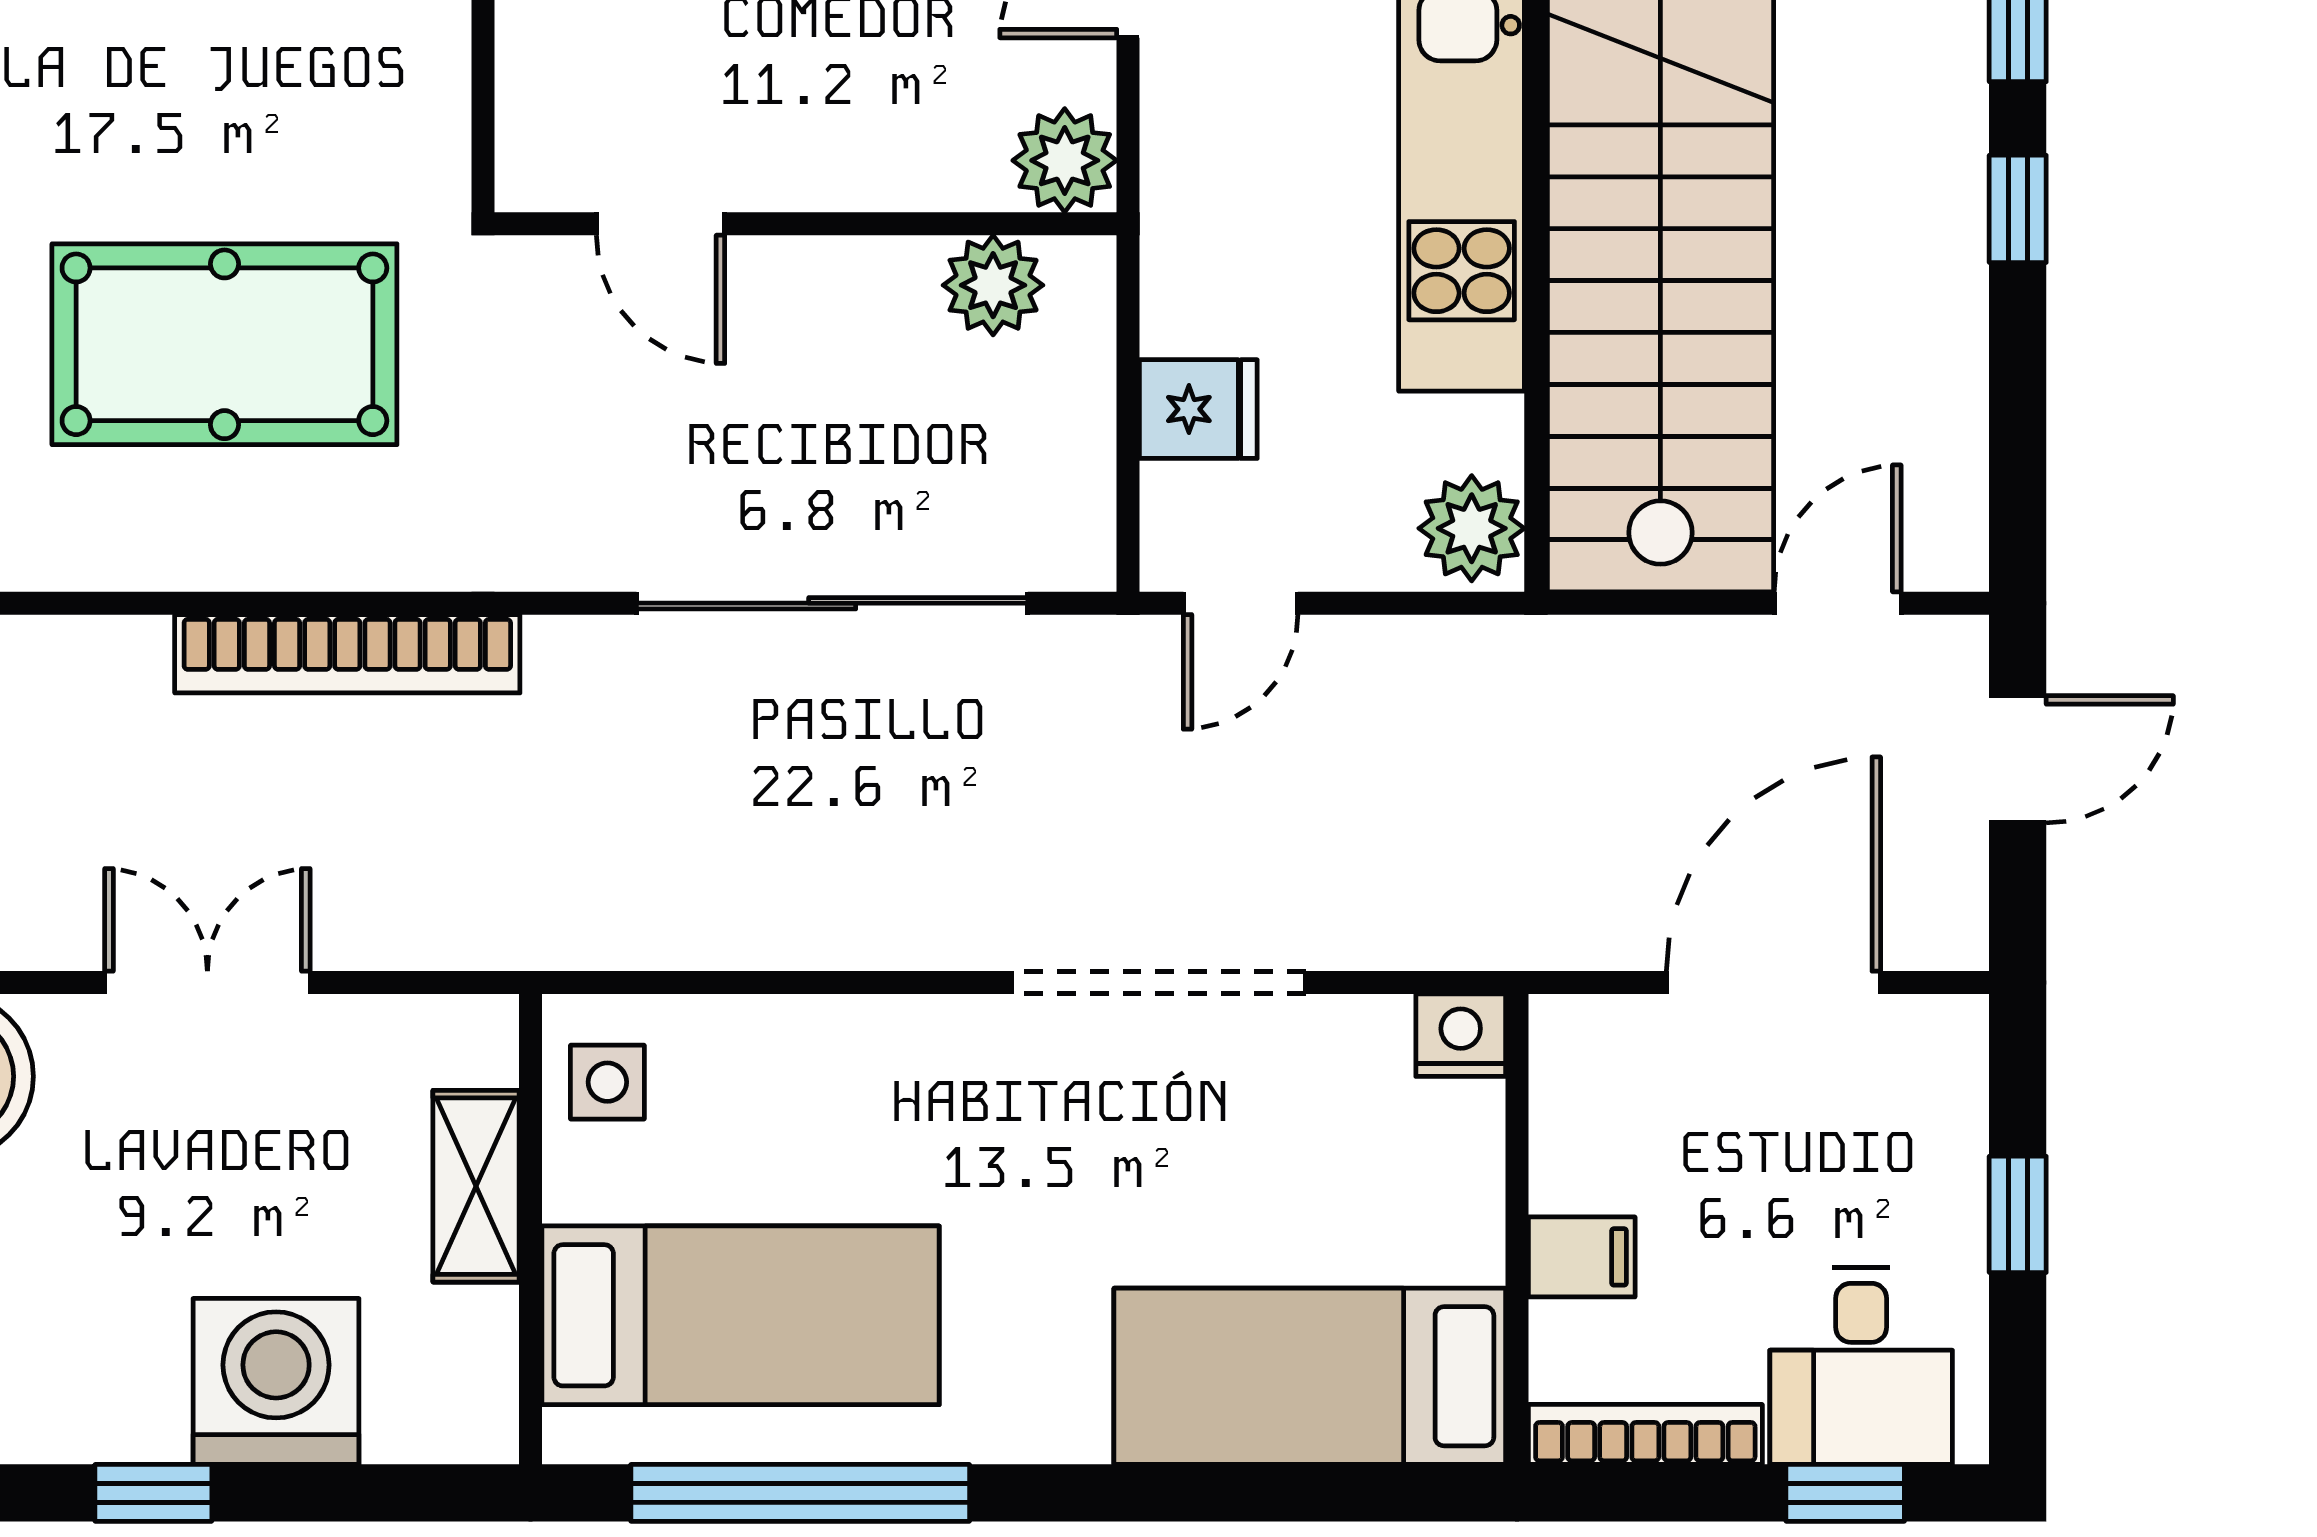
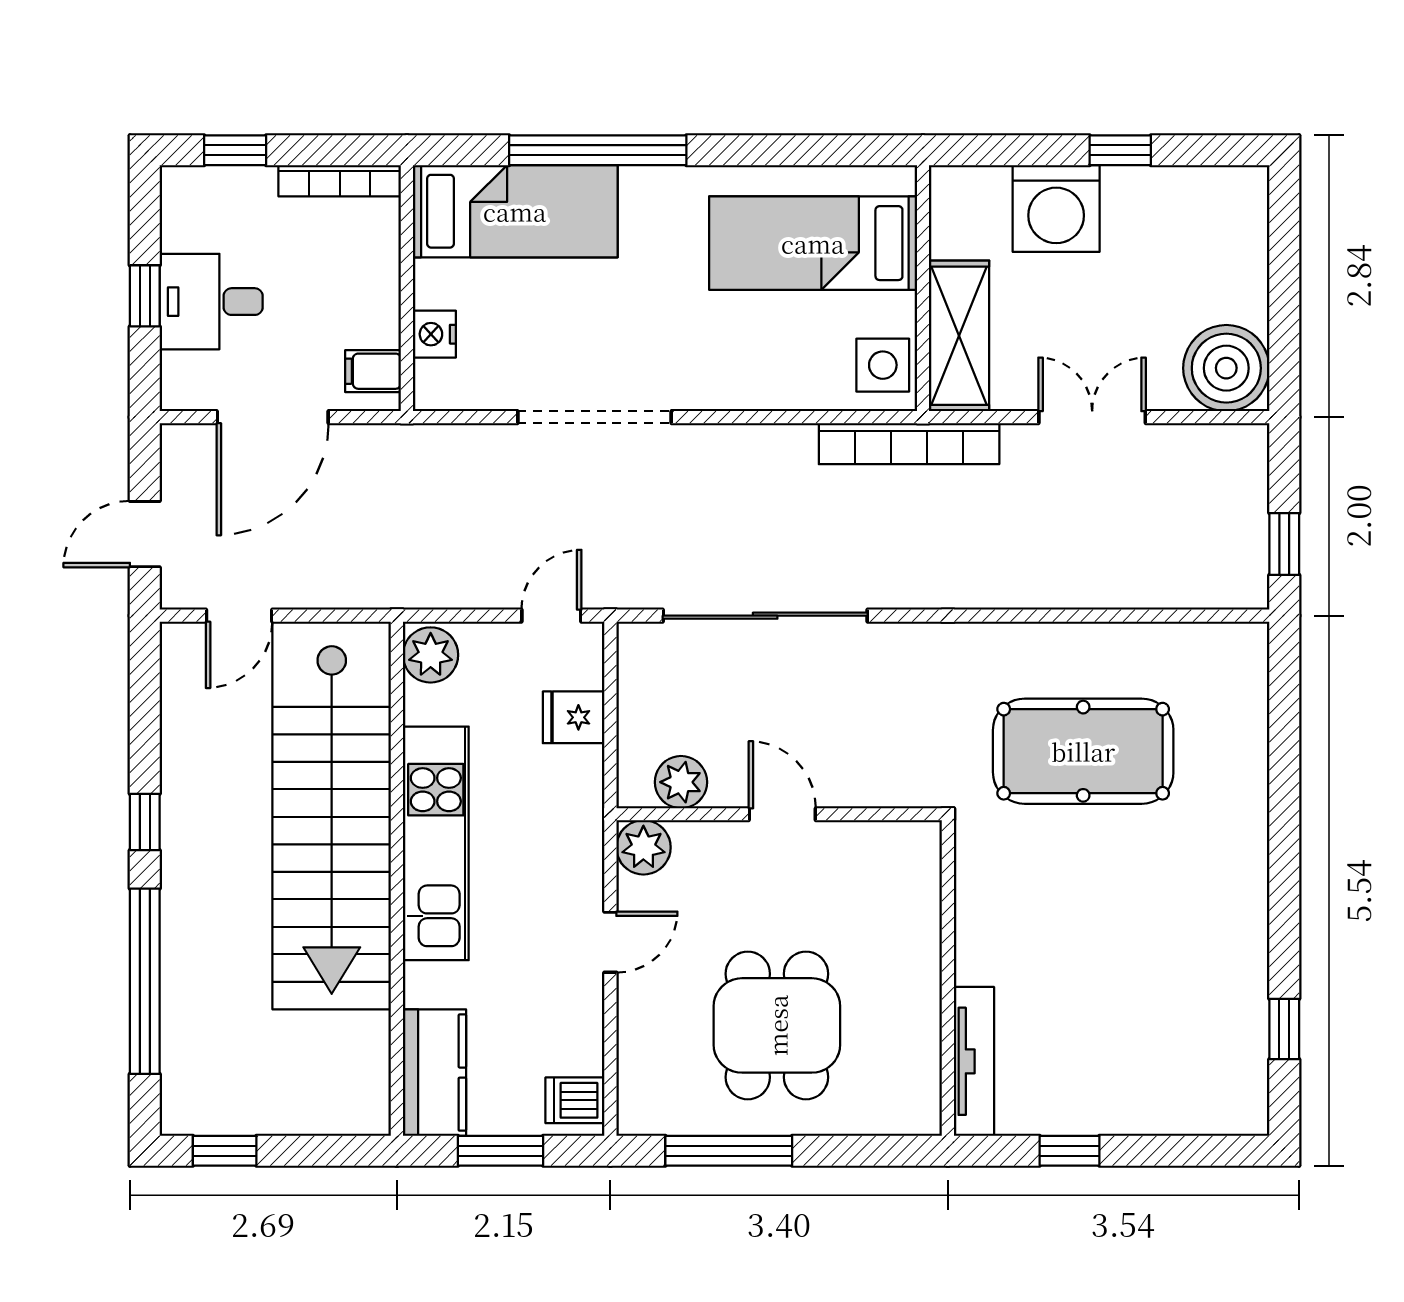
door: (661, 224) -> (782, 814), moved
bookcase: (347, 654) -> (909, 444), moved, turned 180
double door: (207, 983) -> (1092, 417), swing flipped
nightstand: (1461, 1035) -> (434, 334), moved, turned 90
side table: (607, 1082) -> (883, 365), width x1.37, depth x1.37
shelving: (476, 1186) -> (959, 336), width x1.50, depth x1.33
filing cabinet: (1582, 1257) -> (373, 371), moved
desk: (1861, 1366) -> (211, 302), moved, turned -90
window: (800, 1493) -> (598, 150), moved

